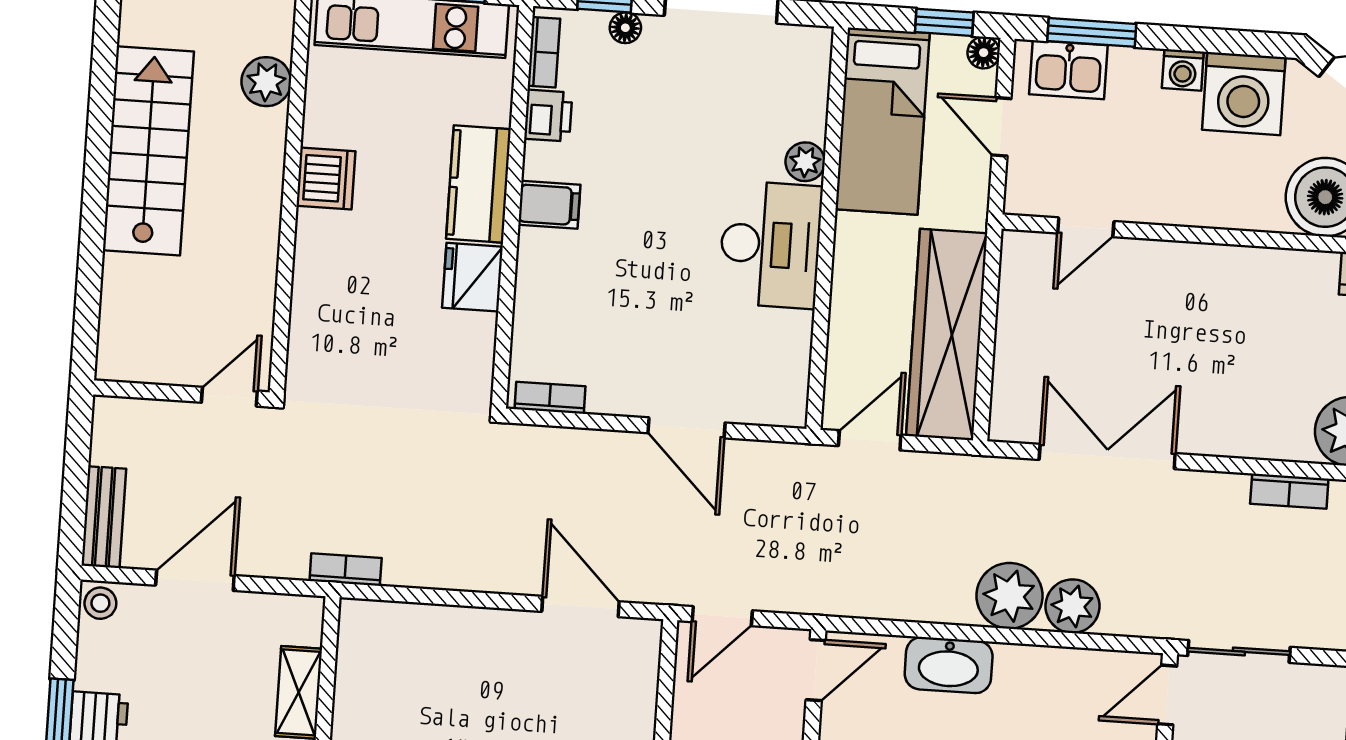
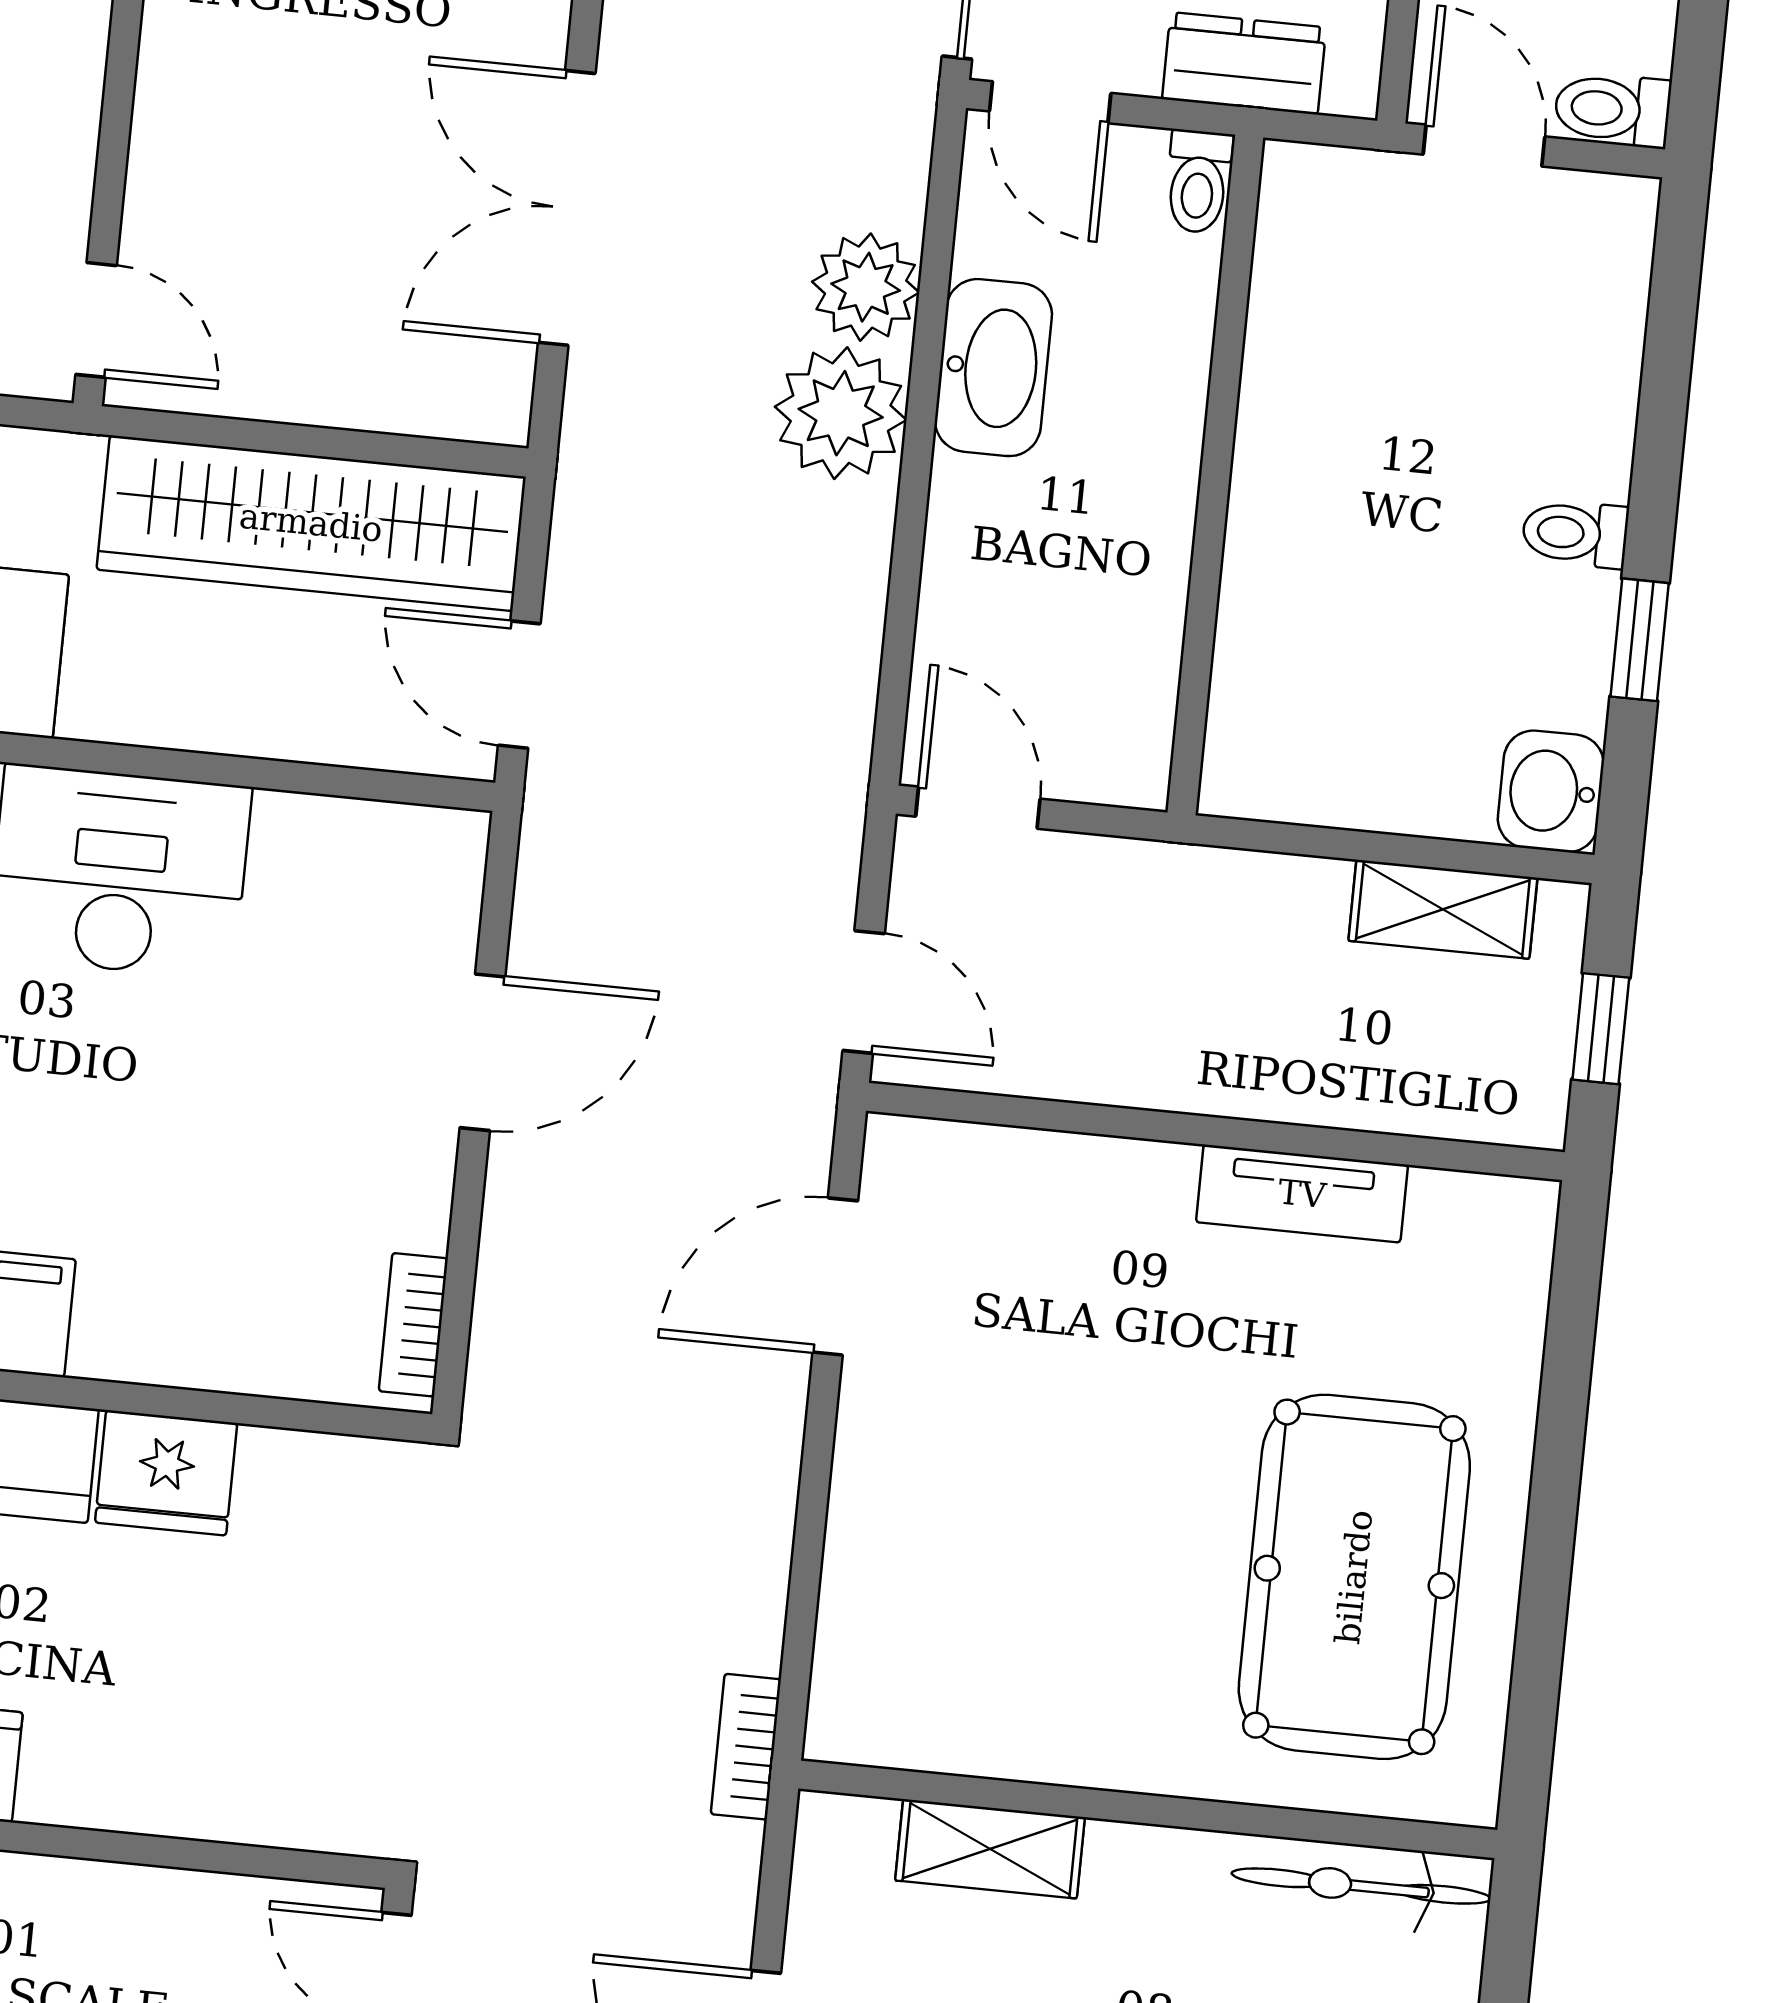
door: (1086, 227) -> (96, 320), moved
washbasin: (949, 665) -> (993, 368), moved

